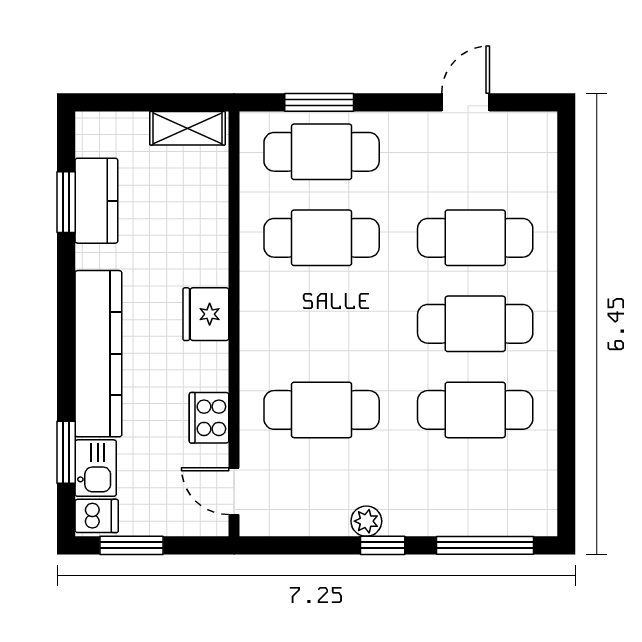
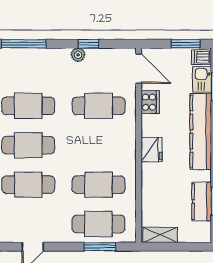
door: (234, 491) -> (139, 69), width x1.37
window: (383, 545) -> (89, 44), moved

